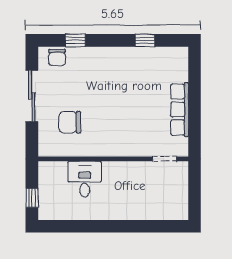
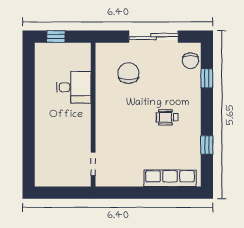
chair: (57, 58) -> (190, 61), turned -90
wheelchair: (116, 82) -> (167, 117), added
row of seats: (180, 110) -> (170, 178), moved

